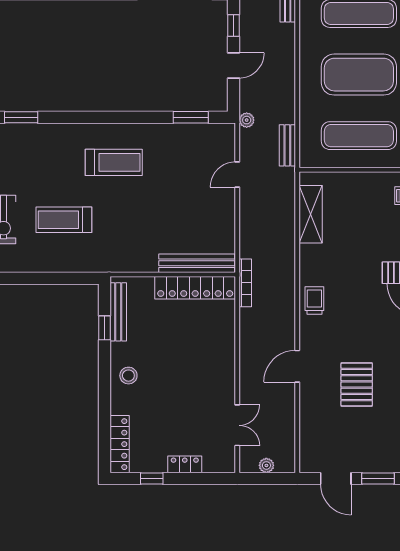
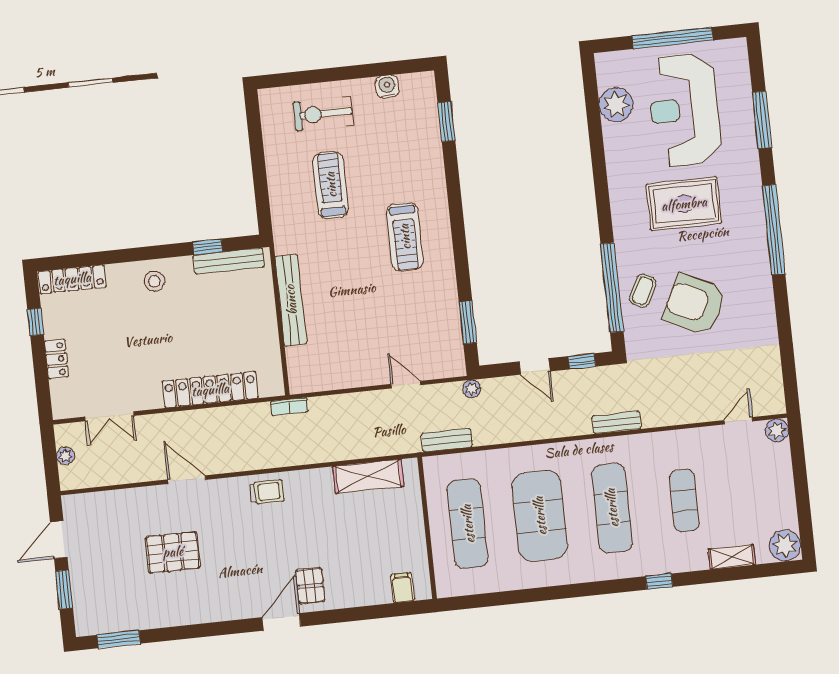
bench: (197, 263) -> (291, 300), moved
bookcase: (245, 283) -> (289, 407), width x0.64
locker: (195, 288) -> (210, 390), moved, turned 90

